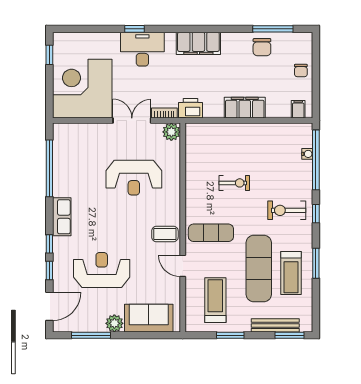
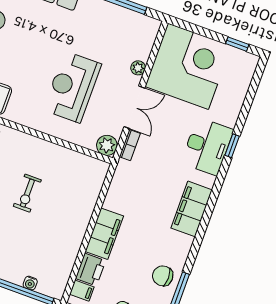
printer: (190, 108) -> (91, 270), moved
plant: (98, 129) -> (138, 68), added

